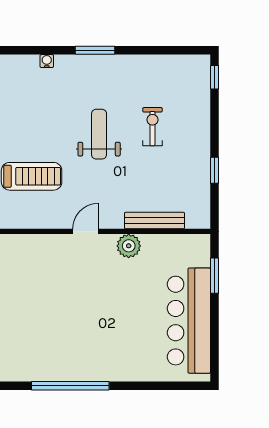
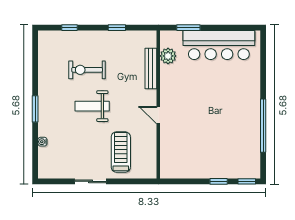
window: (214, 77) -> (70, 28), moved
exercise bike: (152, 127) -> (87, 70), width x1.38, depth x1.39
plant: (129, 246) -> (168, 56), moved

